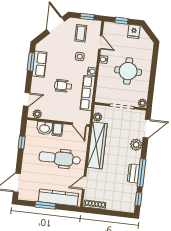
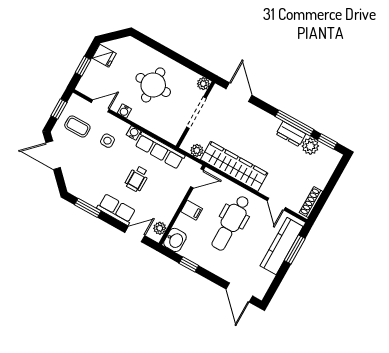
row of seats: (40, 64) -> (116, 209), moved
door: (27, 99) -> (135, 234), hinge flipped
washbasin: (45, 128) -> (175, 240), moved
plant: (136, 145) -> (310, 146), moved
window: (45, 205) -> (295, 249), moved

